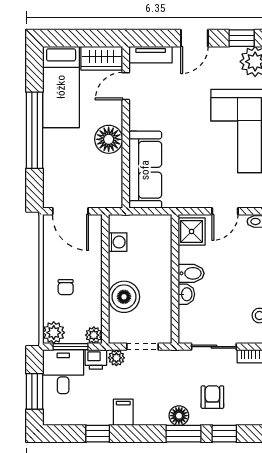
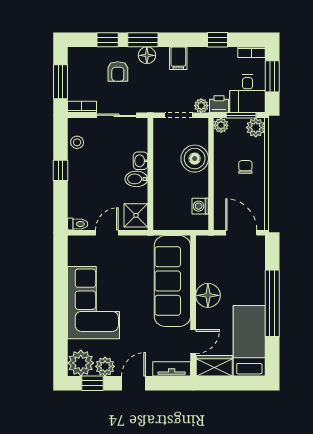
plant: (227, 57) -> (105, 366), added
sofa: (145, 170) -> (172, 281), width x1.36, depth x1.27
filing cabinet: (123, 412) -> (178, 58), moved
bookcase: (59, 419) -> (252, 52), added

